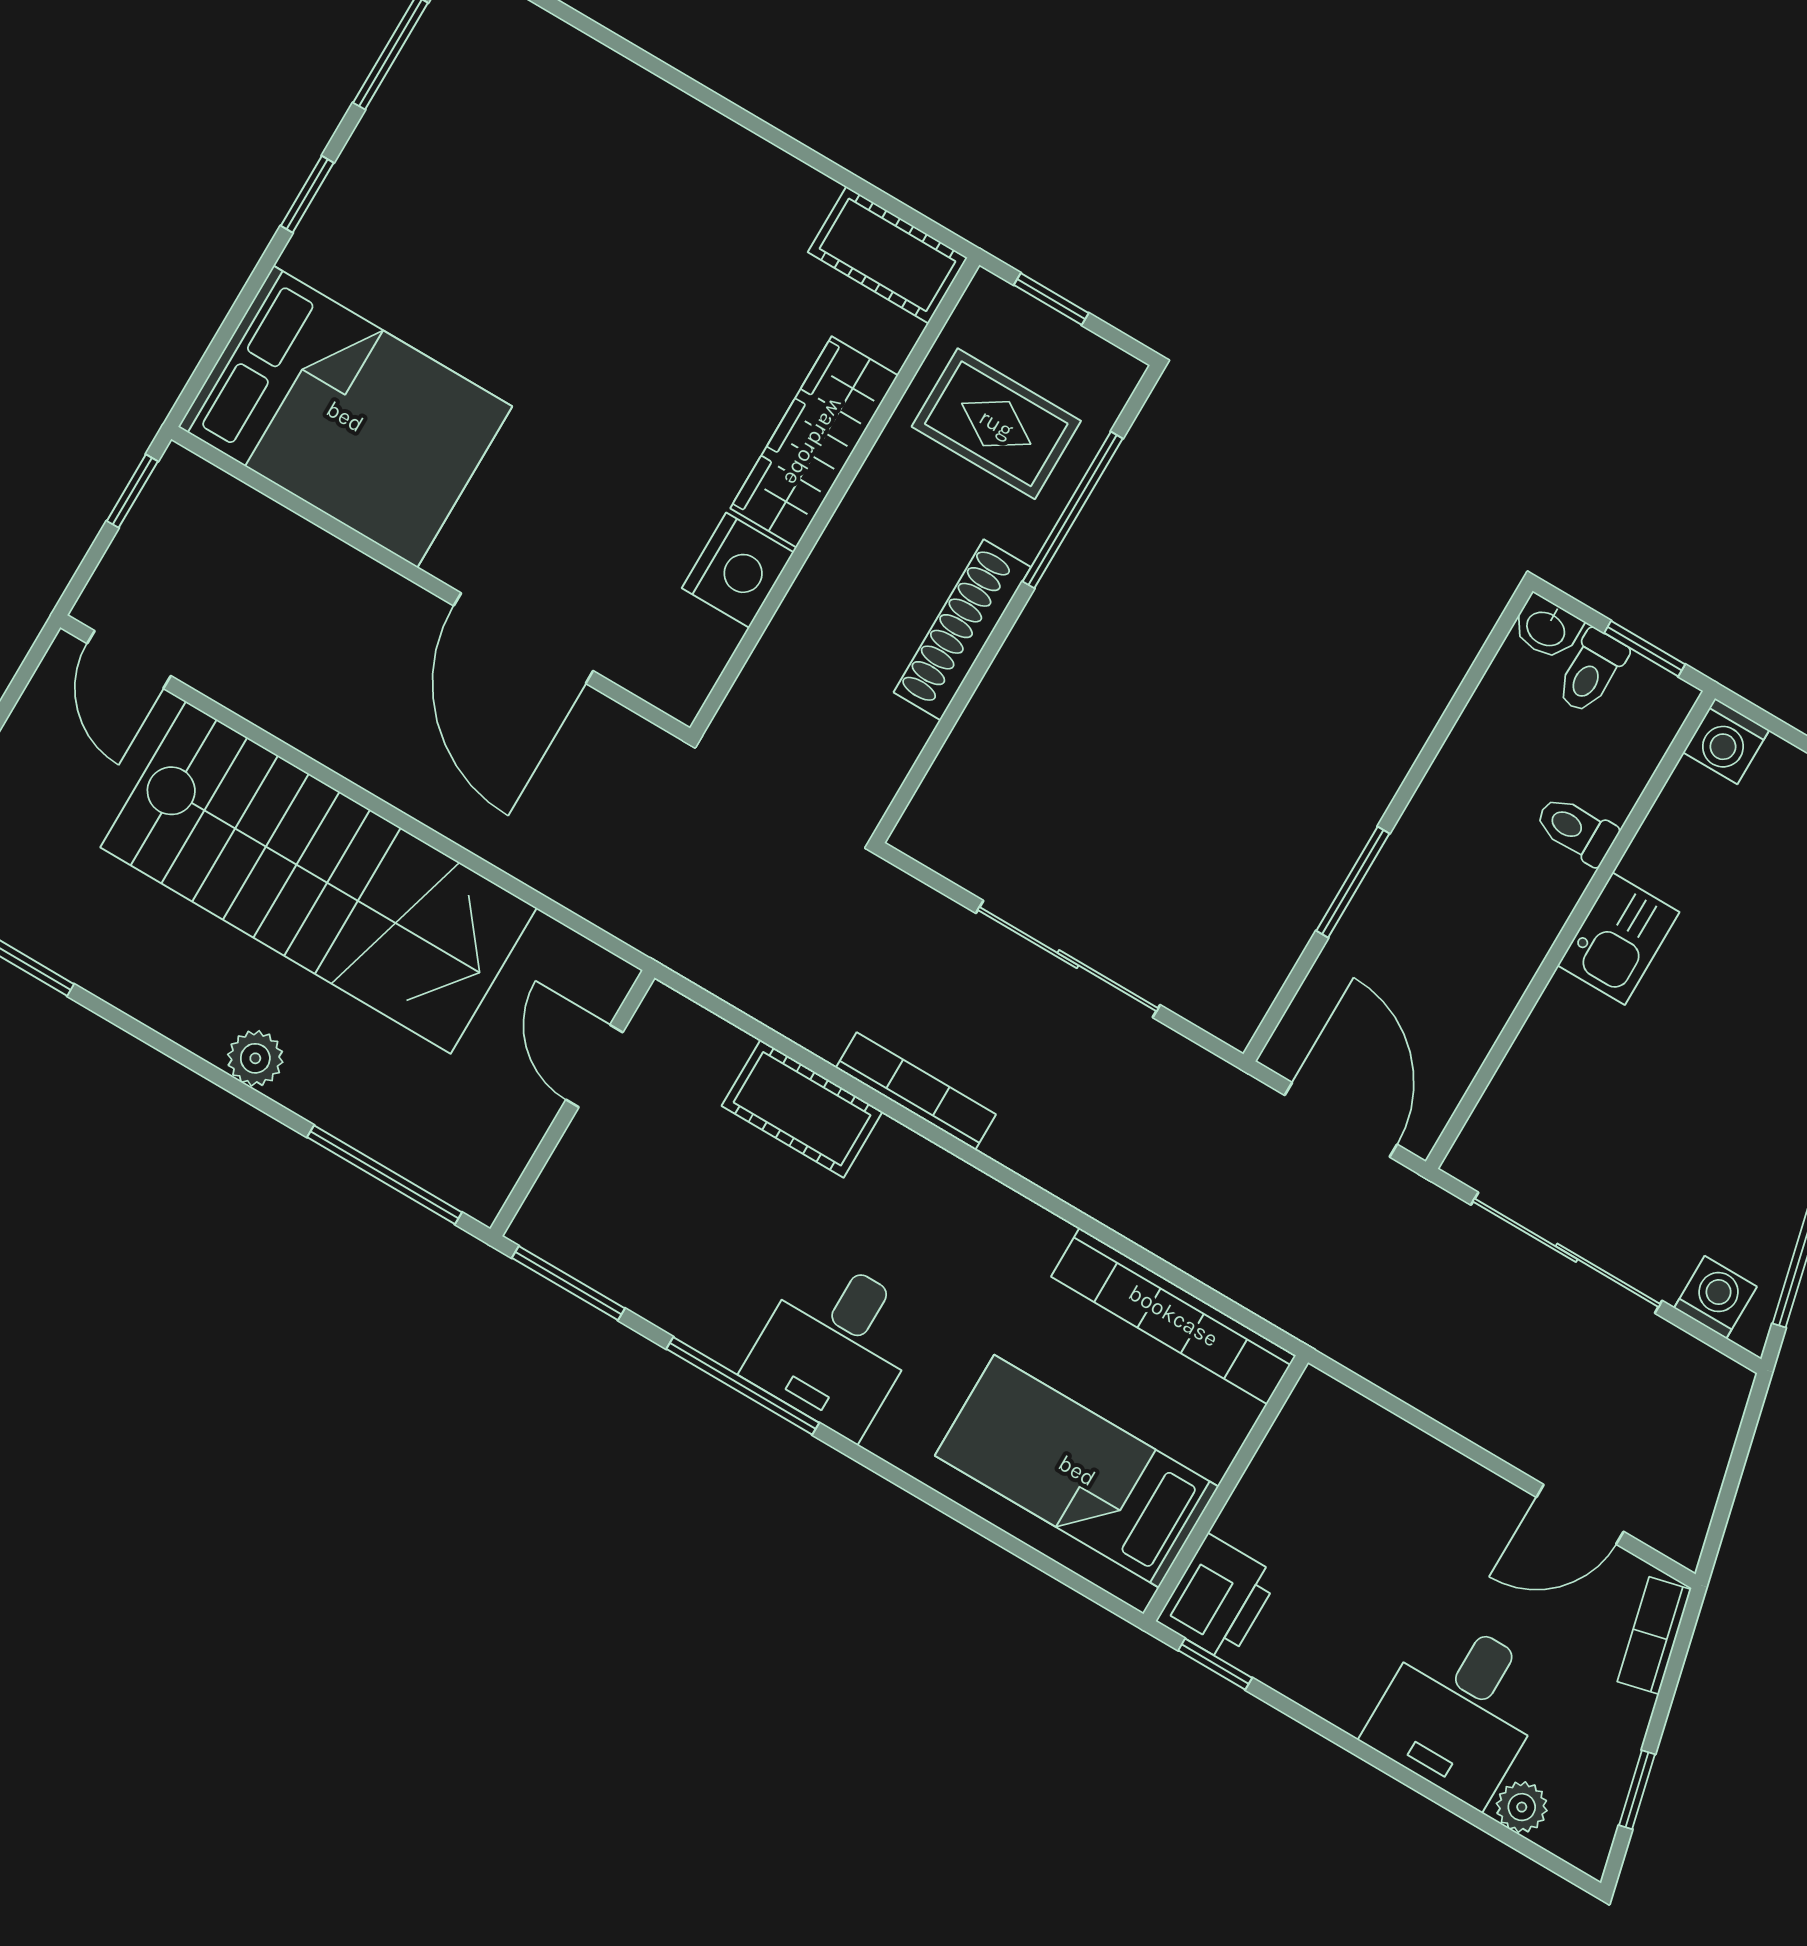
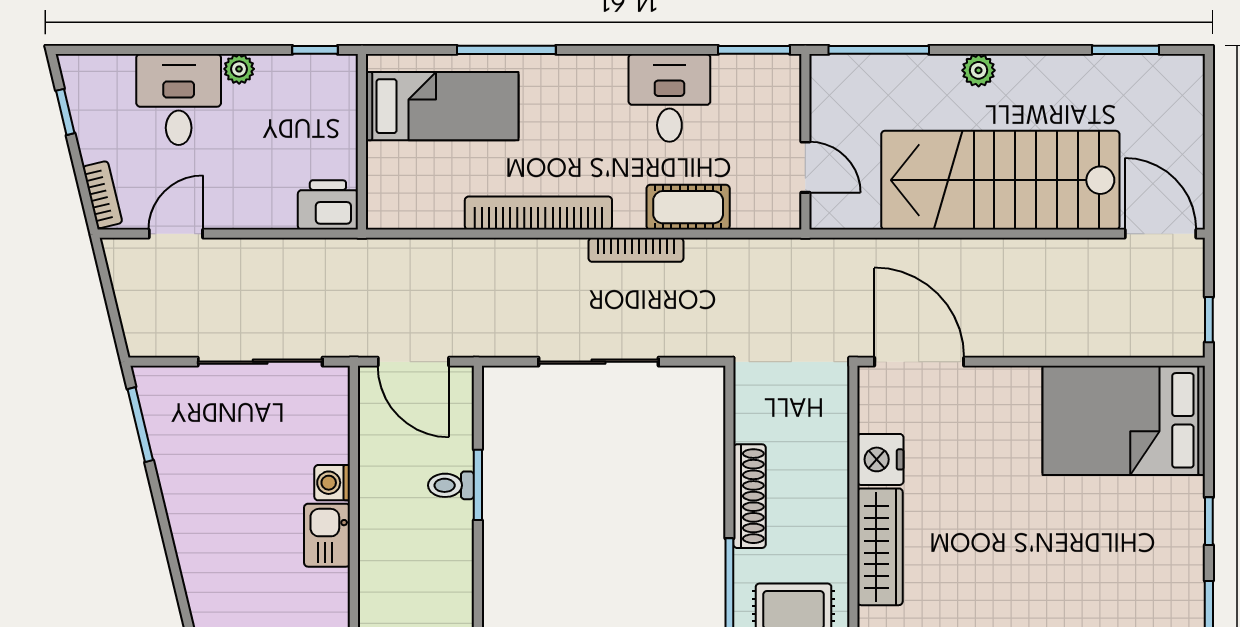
door: (523, 638) -> (919, 362), moved
door: (129, 660) -> (1160, 234), width x1.38
toilet: (1576, 830) -> (451, 485), moved, turned 180
washing machine: (1715, 1297) -> (332, 483), moved, turned 90
bookcase: (1173, 1316) -> (538, 213), moved
desk: (836, 1345) -> (669, 98), moved
window: (743, 1386) -> (506, 50), moved
printer: (1218, 1598) -> (328, 205), moved, turned 90
plant: (1522, 1807) -> (239, 69), moved

